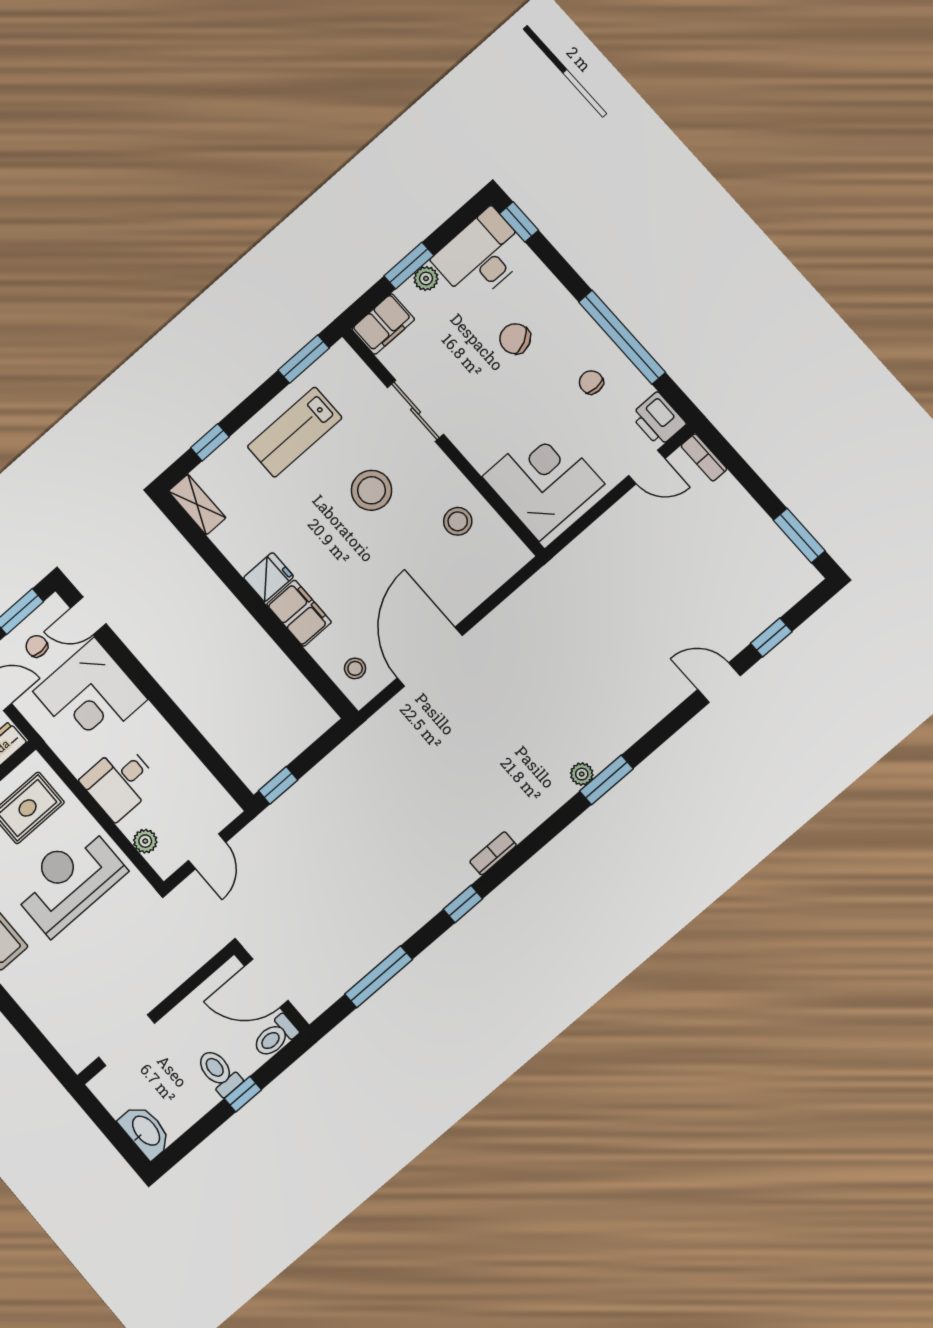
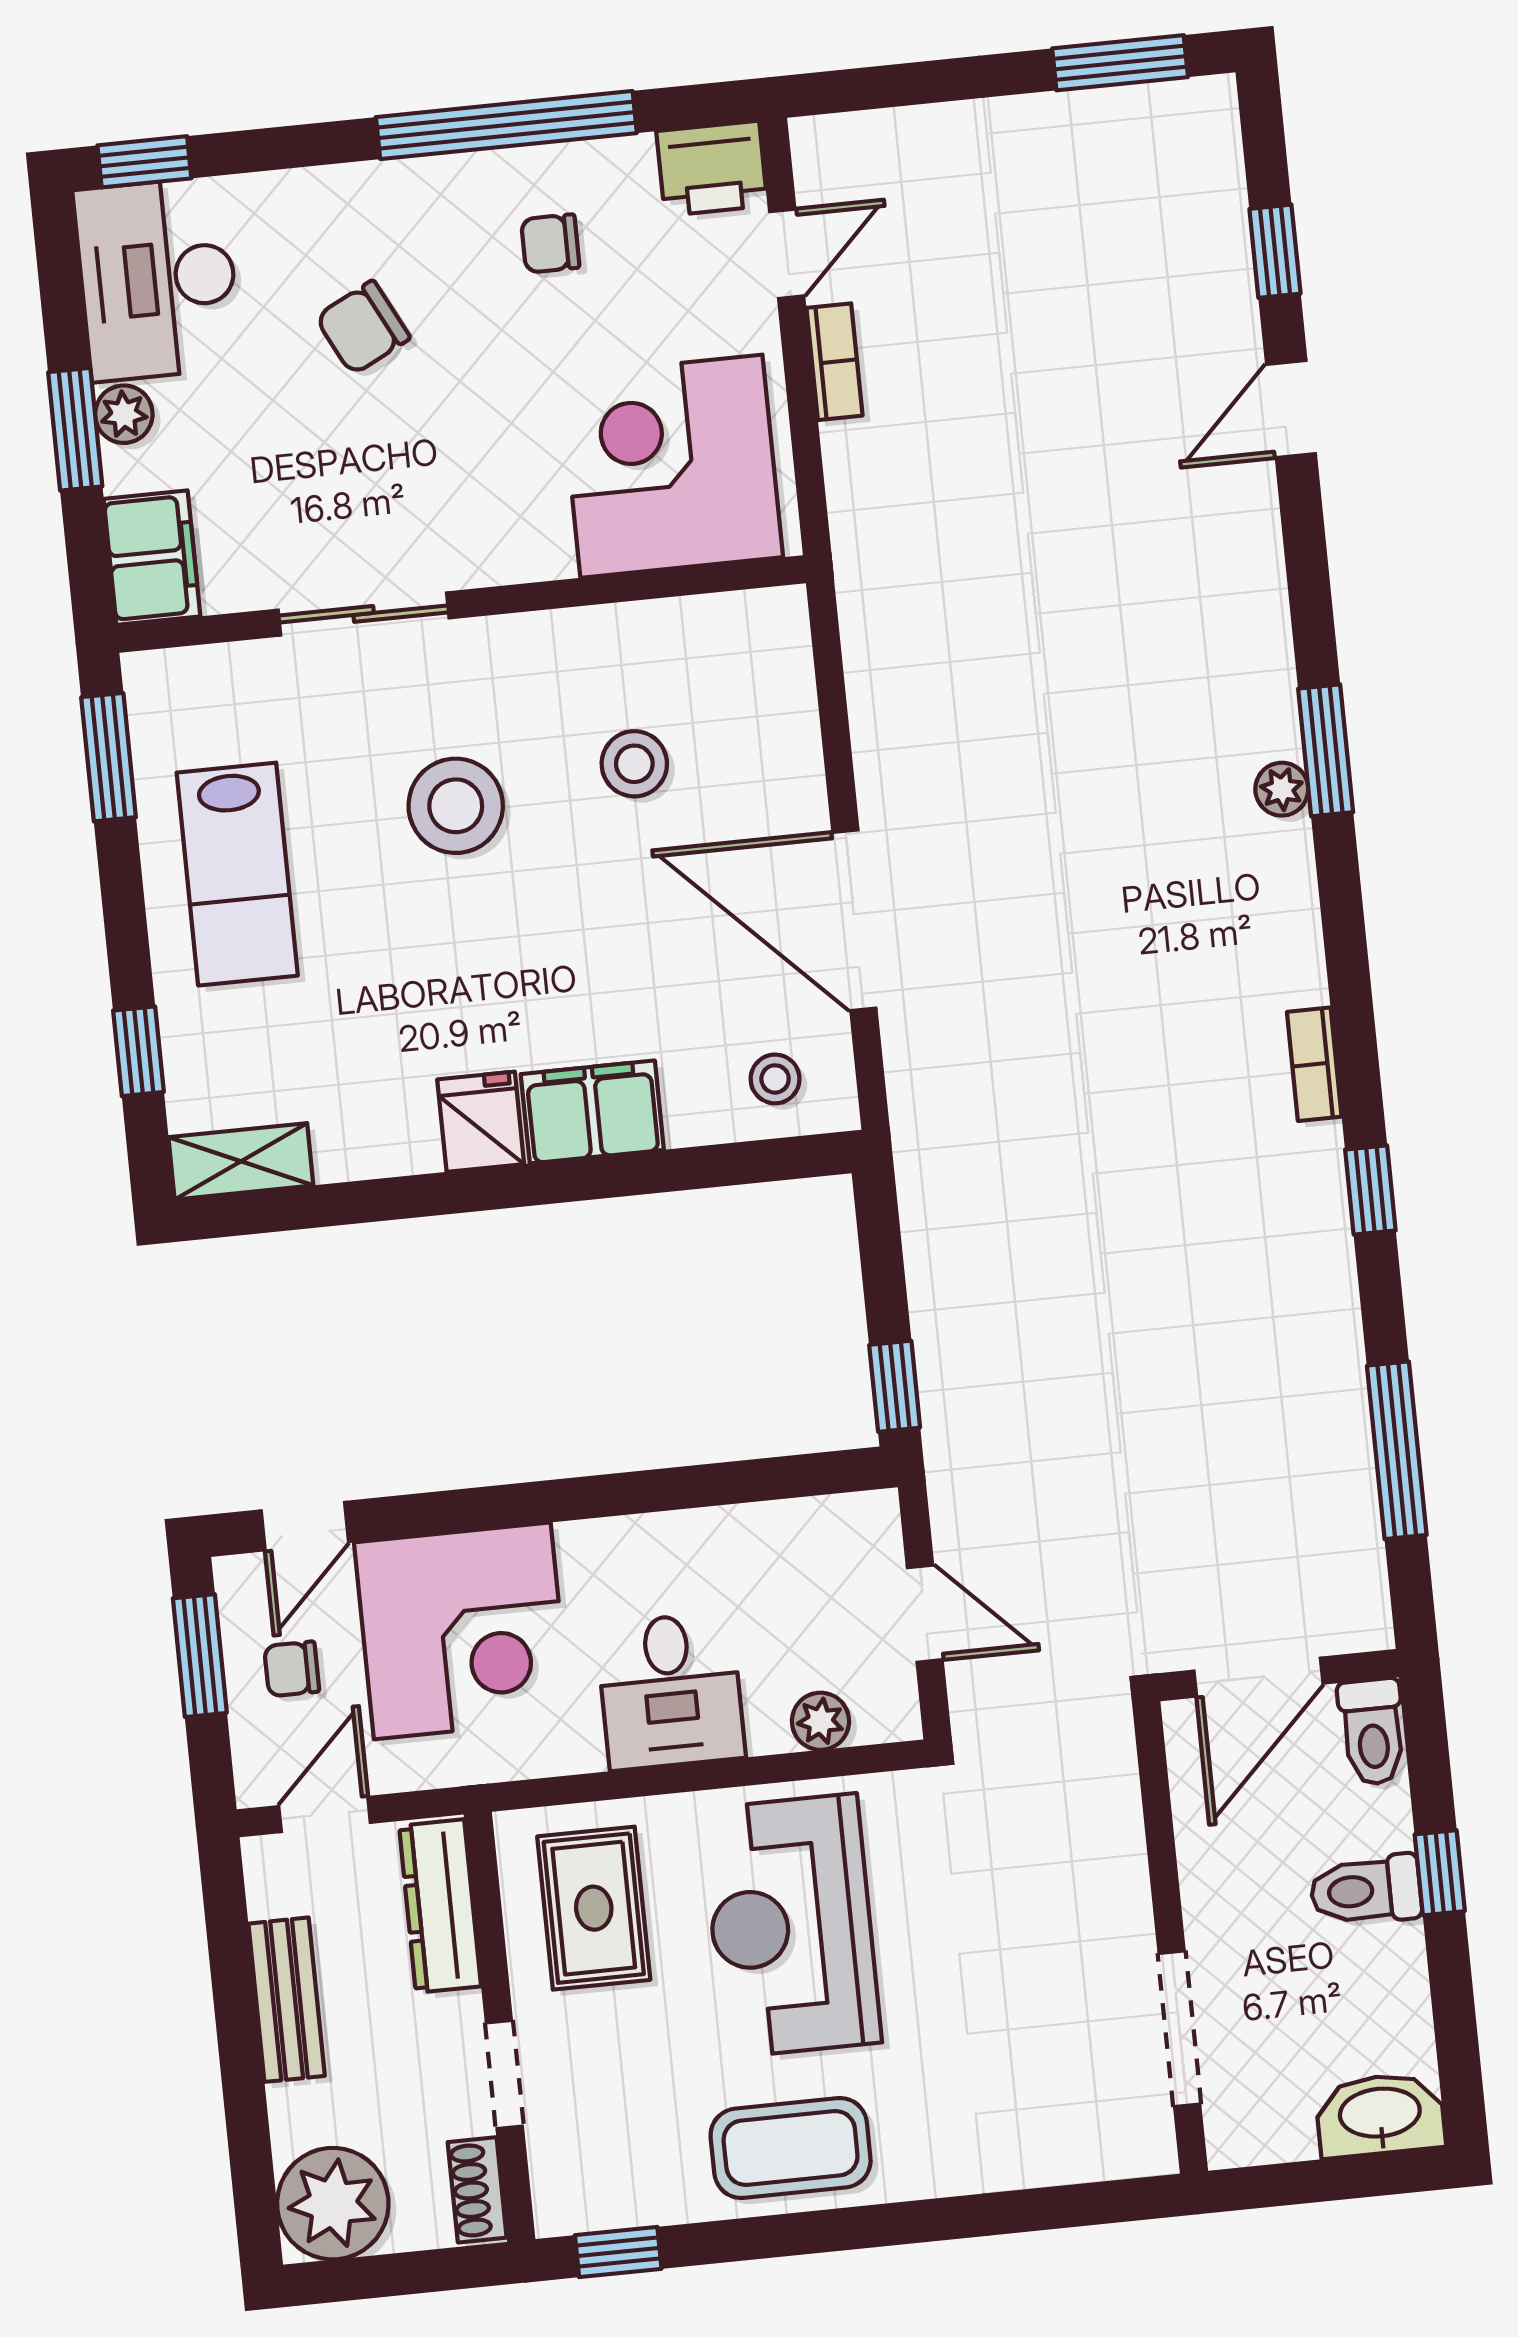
bookcase: (704, 457) -> (834, 362), moved, turned -90
stool: (458, 521) -> (634, 764), moved

